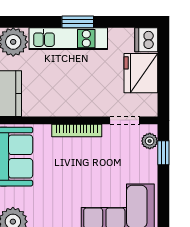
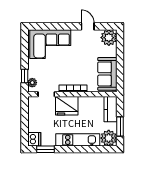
window: (78, 22) -> (46, 149), moved
fridge: (141, 73) -> (67, 106), moved, turned 90

